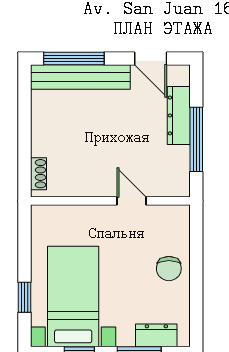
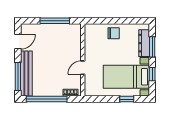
dresser: (179, 115) -> (44, 29), removed
window: (24, 121) -> (47, 99), added
door: (131, 201) -> (83, 68), moved
dresser: (156, 335) -> (144, 43), width x1.44

